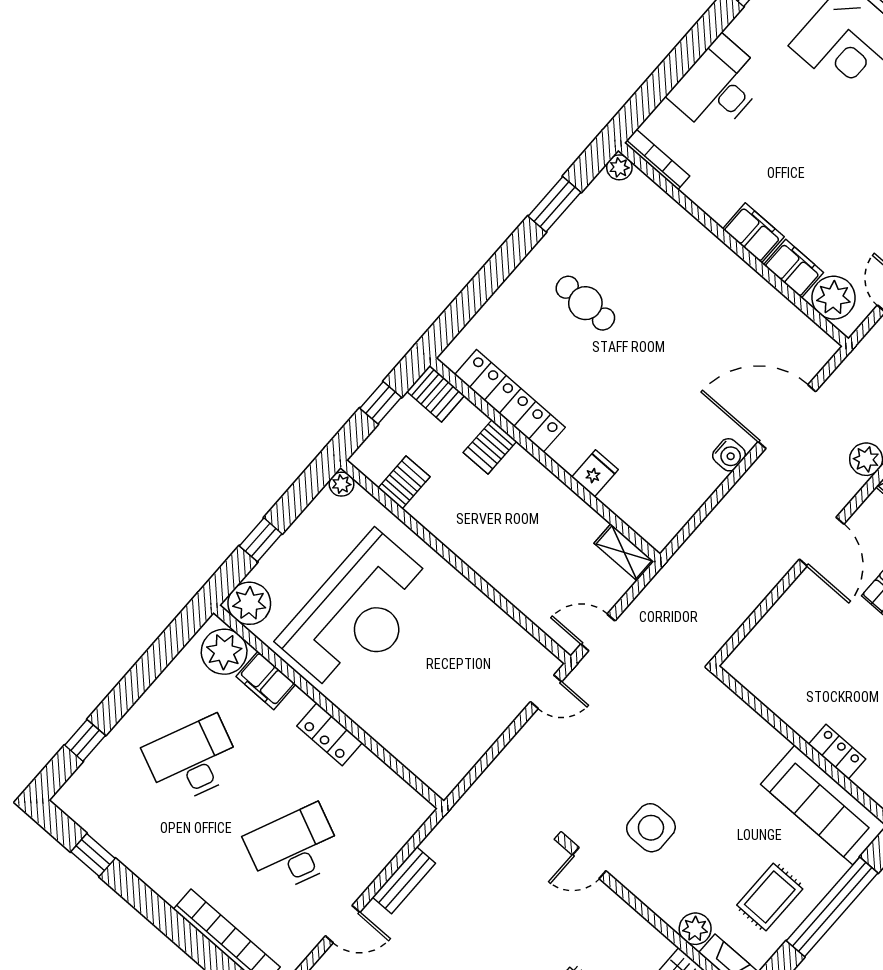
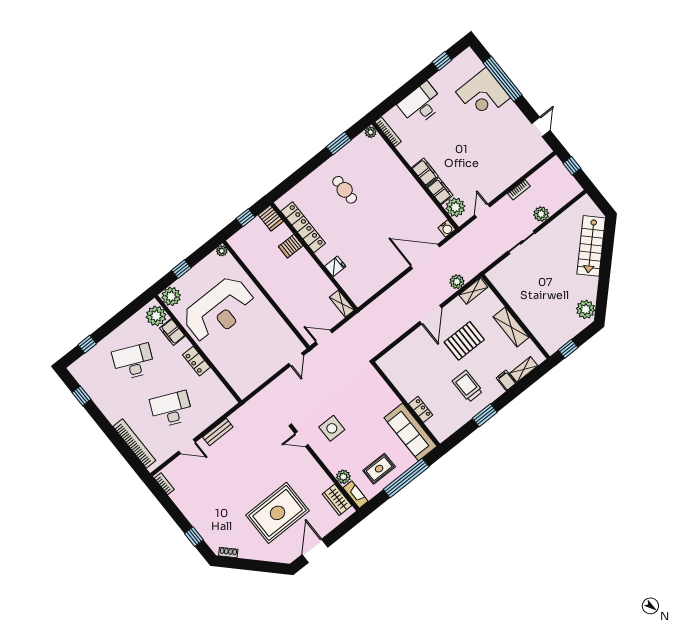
water cooler: (729, 455) -> (447, 229), moved
server rack: (404, 482) -> (250, 255), removed
door: (546, 692) -> (296, 360), hinge flipped

